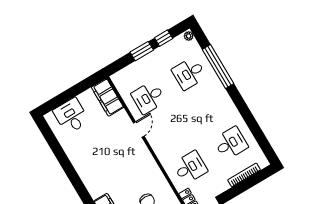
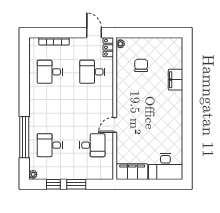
desk: (189, 73) -> (50, 145), turned 180
filing cabinet: (107, 97) -> (132, 172), moved, turned -90
desk: (71, 116) -> (165, 166), width x1.37

